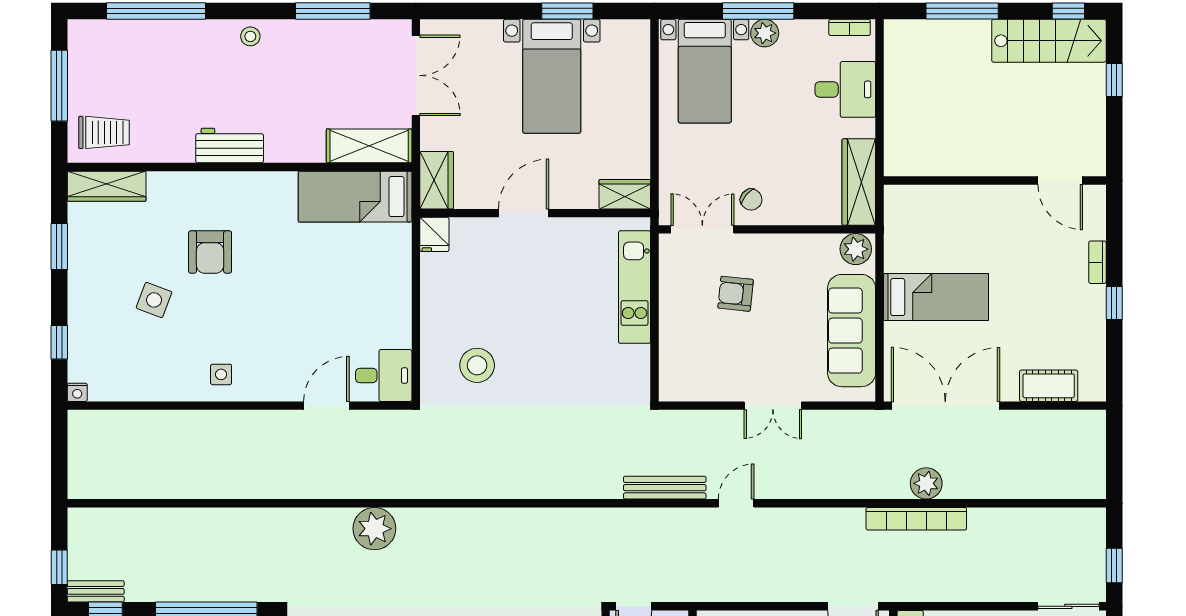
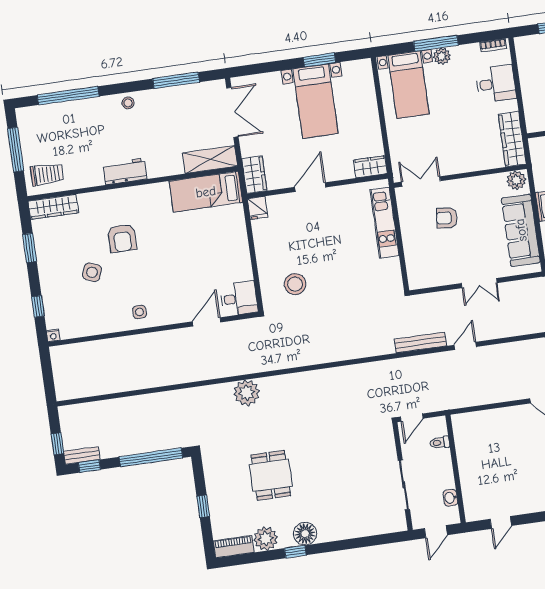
chair: (751, 199) -> (448, 159), removed

